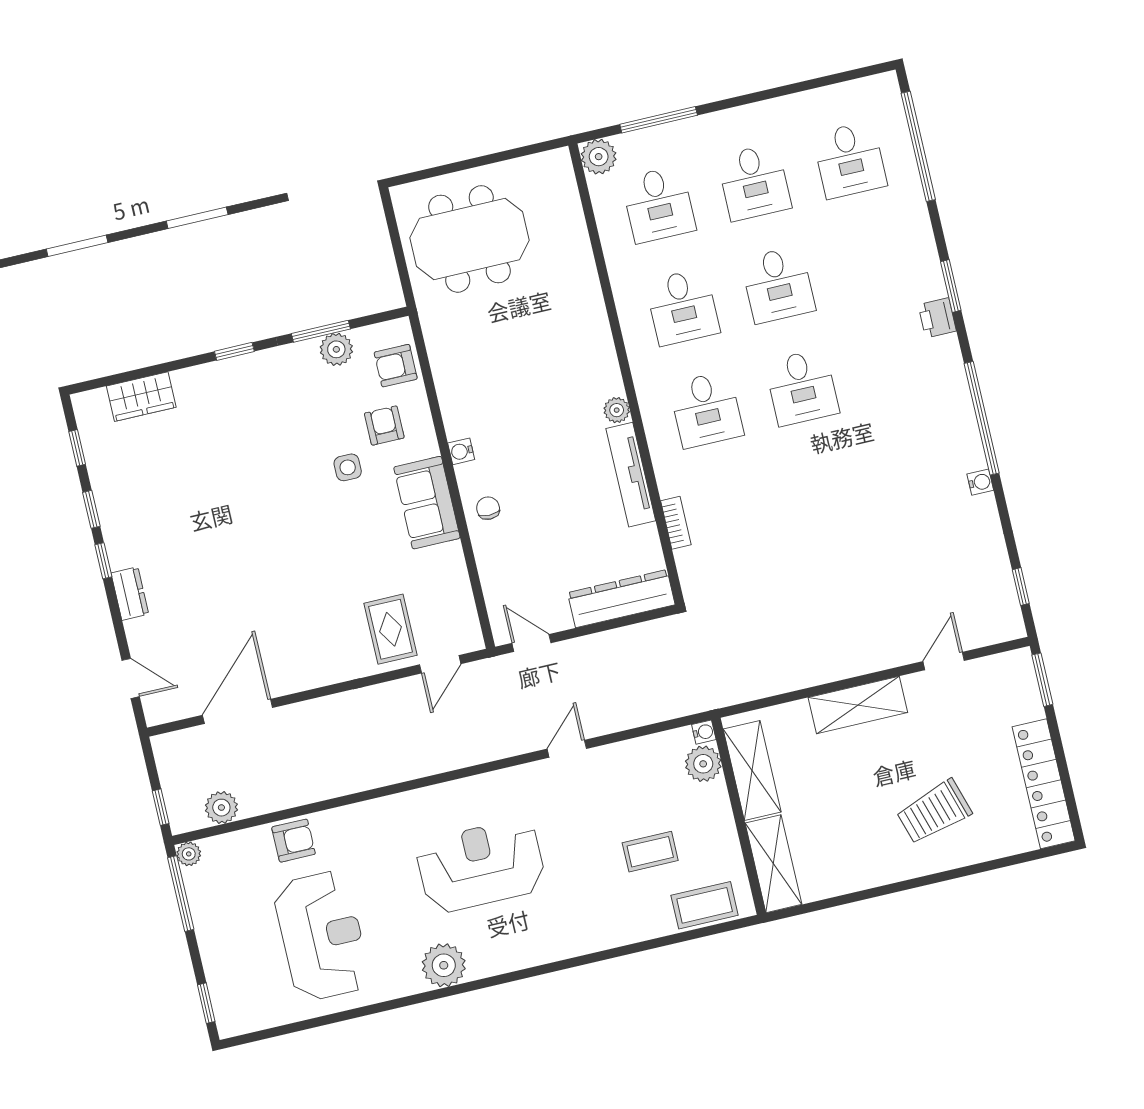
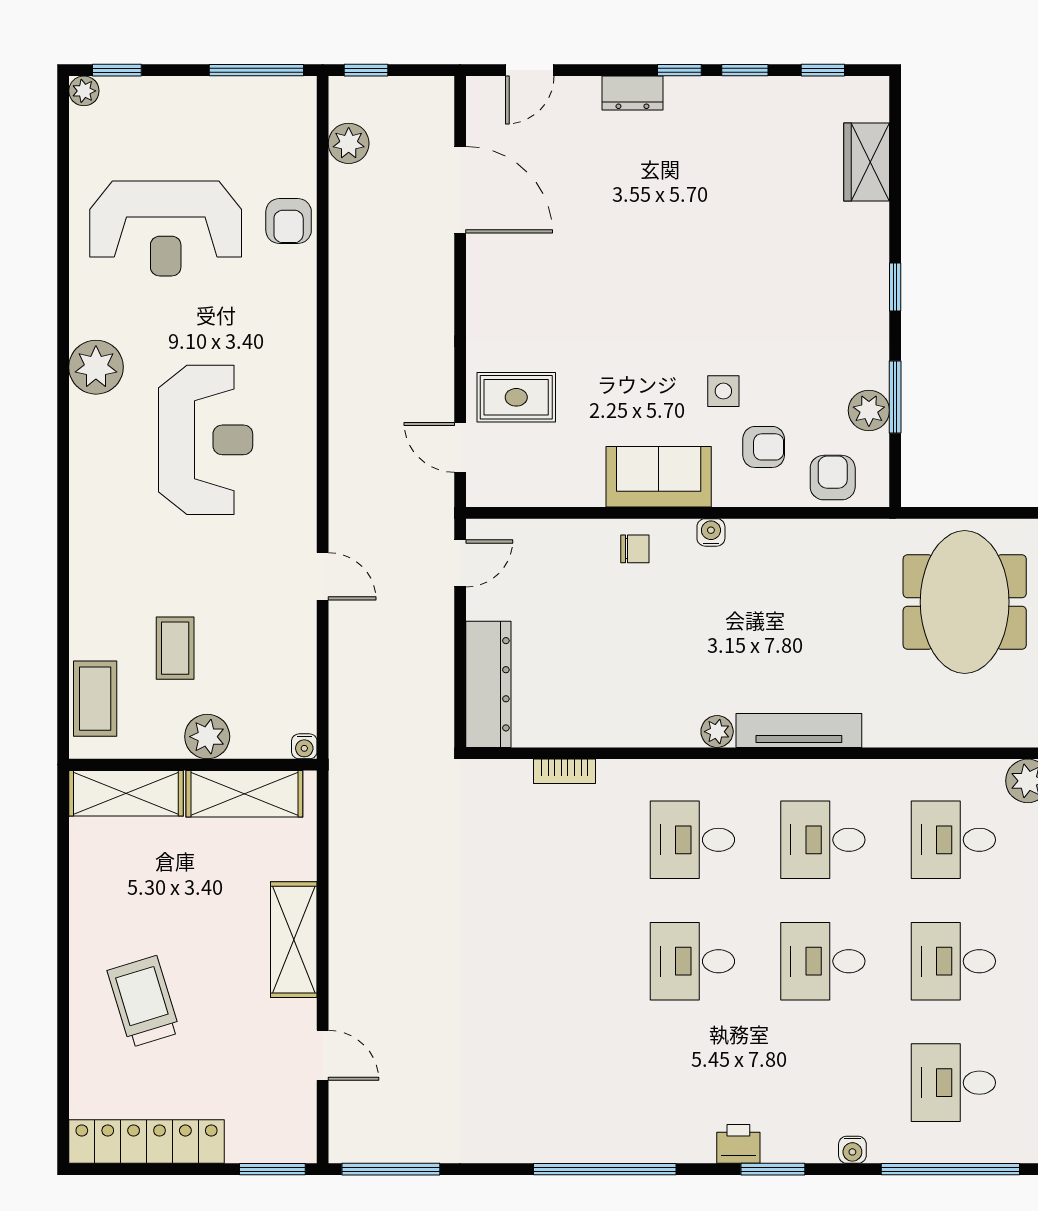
tv unit: (631, 475) -> (799, 730), moved
water cooler: (980, 482) -> (852, 1150), moved
window: (1021, 587) -> (391, 1169), width x2.17
plant: (703, 764) -> (207, 737), moved
plant: (189, 854) -> (84, 91), moved

